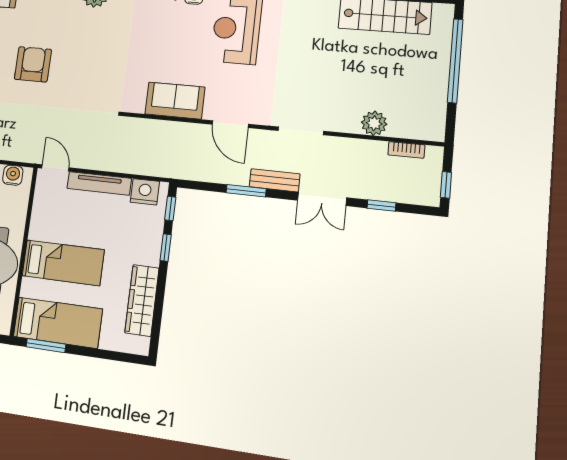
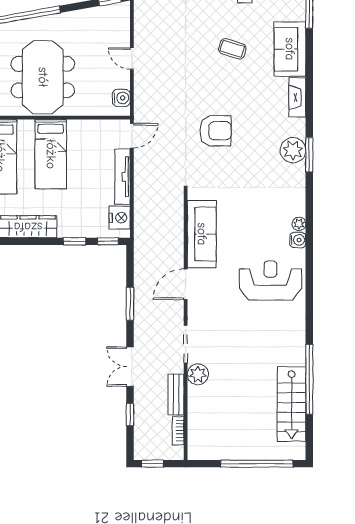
armchair: (33, 64) -> (216, 131), moved
sofa: (175, 101) -> (202, 234), width x1.36
plant: (374, 123) -> (198, 374), moved
bench: (275, 180) -> (176, 394), moved

